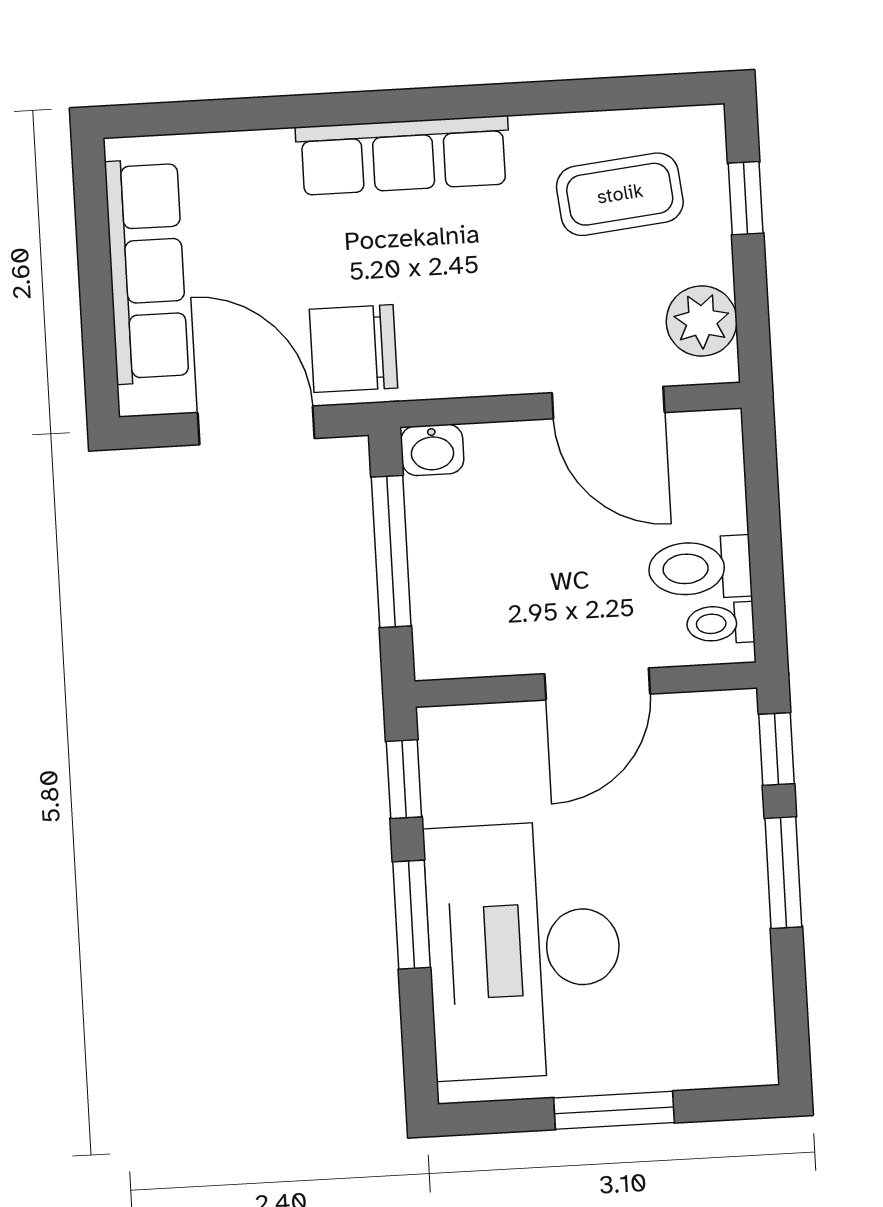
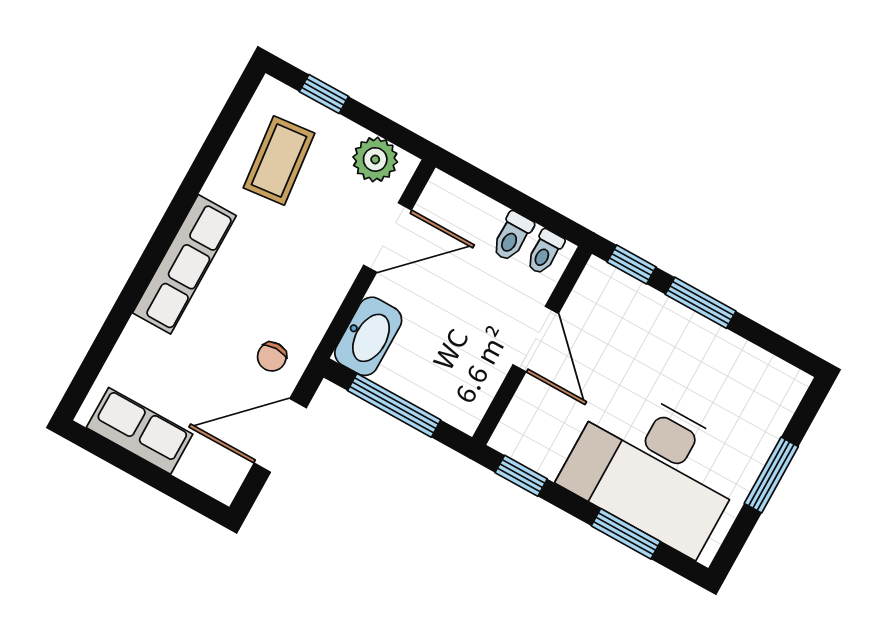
row of seats: (147, 271) -> (140, 431), width x0.68
chair: (354, 349) -> (272, 357), width x0.54, depth x0.54
washbasin: (432, 450) -> (368, 336), width x1.91, depth x1.45
toilet: (700, 568) -> (512, 236), width x0.73, depth x0.72
window: (411, 915) -> (626, 534), moved

